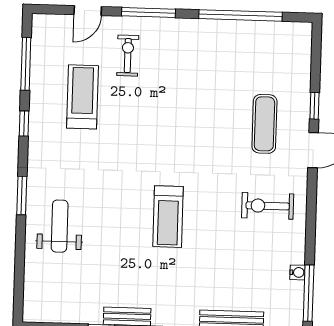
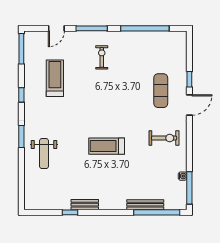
exercise bike: (128, 56) -> (102, 57), moved
window: (26, 64) -> (21, 49), moved
exercise bike: (268, 206) -> (164, 138), turned 180
treadmill: (168, 217) -> (107, 146), turned 90
weight bench: (60, 226) -> (44, 154), turned 180

